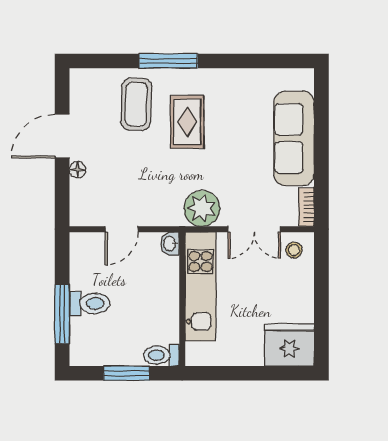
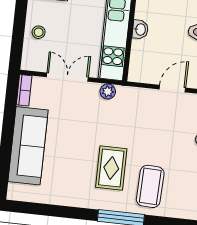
plant: (202, 208) -> (108, 92), width x0.53, depth x0.53
washbasin: (170, 244) -> (140, 29), moved
stool: (294, 250) -> (39, 32), moved

